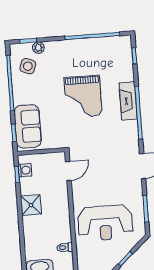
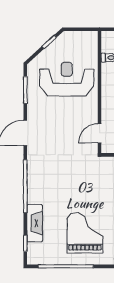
grand piano: (83, 97) -> (85, 233), moved
fireplace: (128, 101) -> (35, 223), moved

